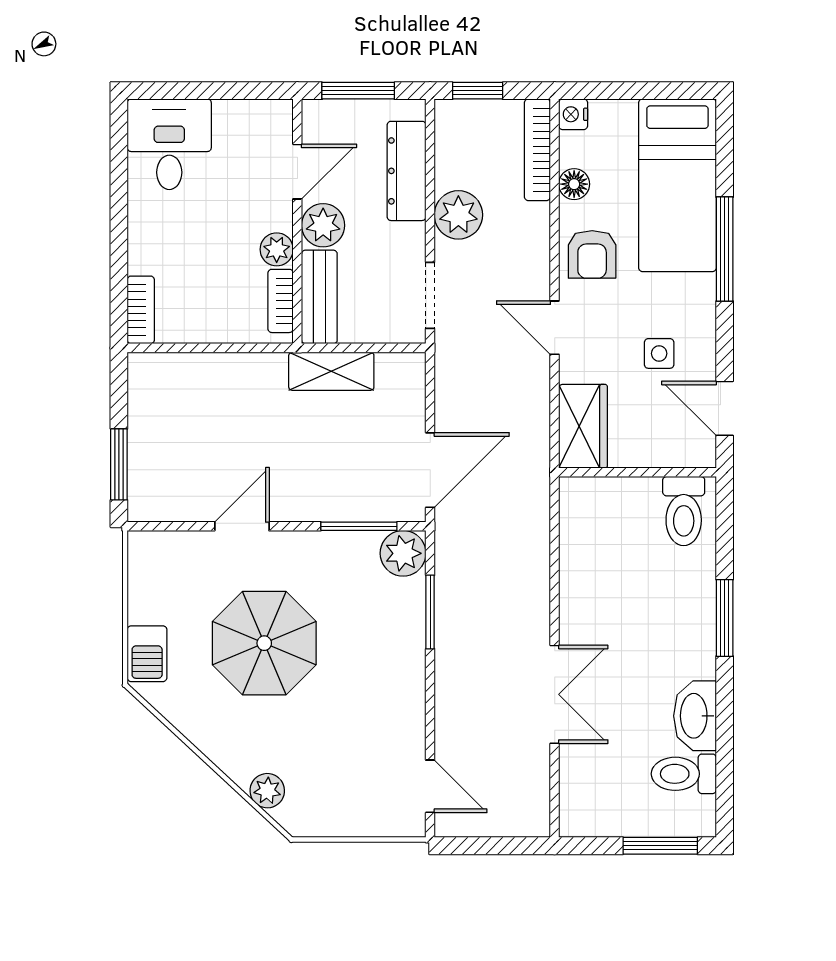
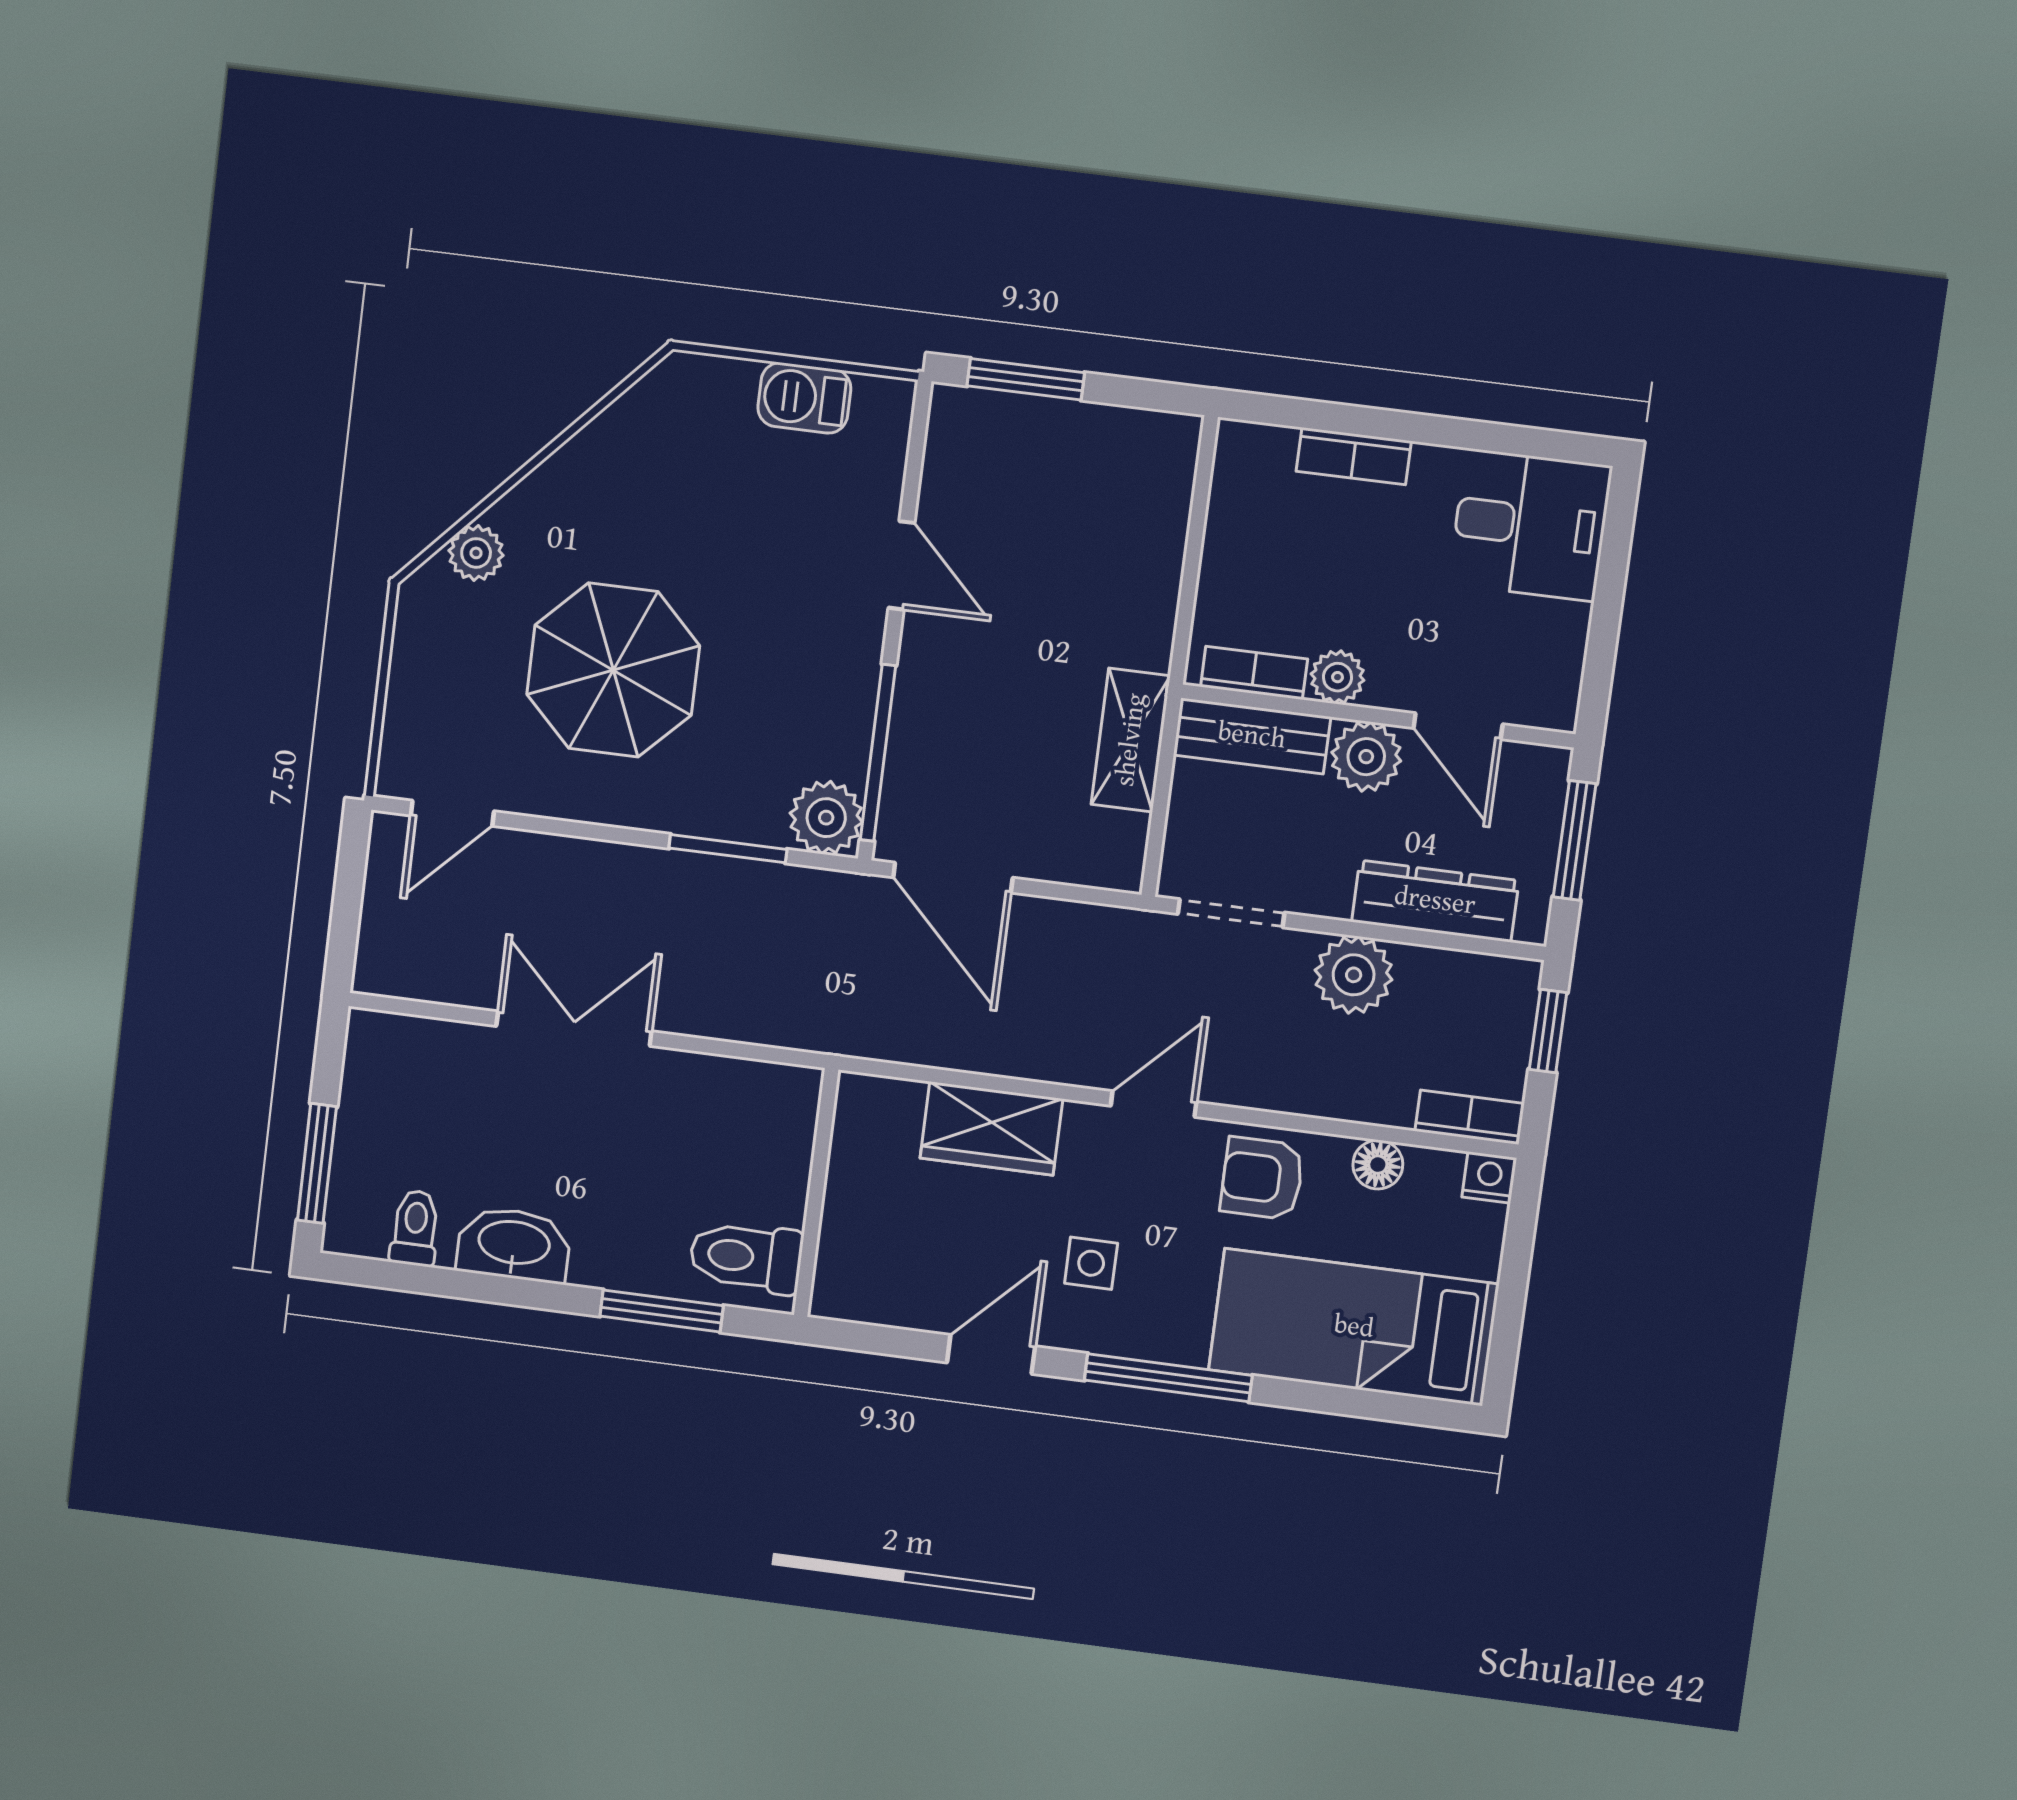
bookcase: (537, 150) -> (1470, 1117), width x0.64
window: (725, 249) -> (1168, 1378), moved
bookcase: (141, 310) -> (1354, 456), moved
wall: (638, 472) -> (816, 1193), moved
toilet: (684, 511) -> (746, 1257), moved
window: (359, 526) -> (878, 753), width x1.44
parasol: (264, 643) -> (613, 670), moved
barbecue: (147, 654) -> (804, 398), moved
double door: (555, 694) -> (574, 1029), swing flipped
toilet: (684, 774) -> (415, 1228), width x0.73, depth x0.72

